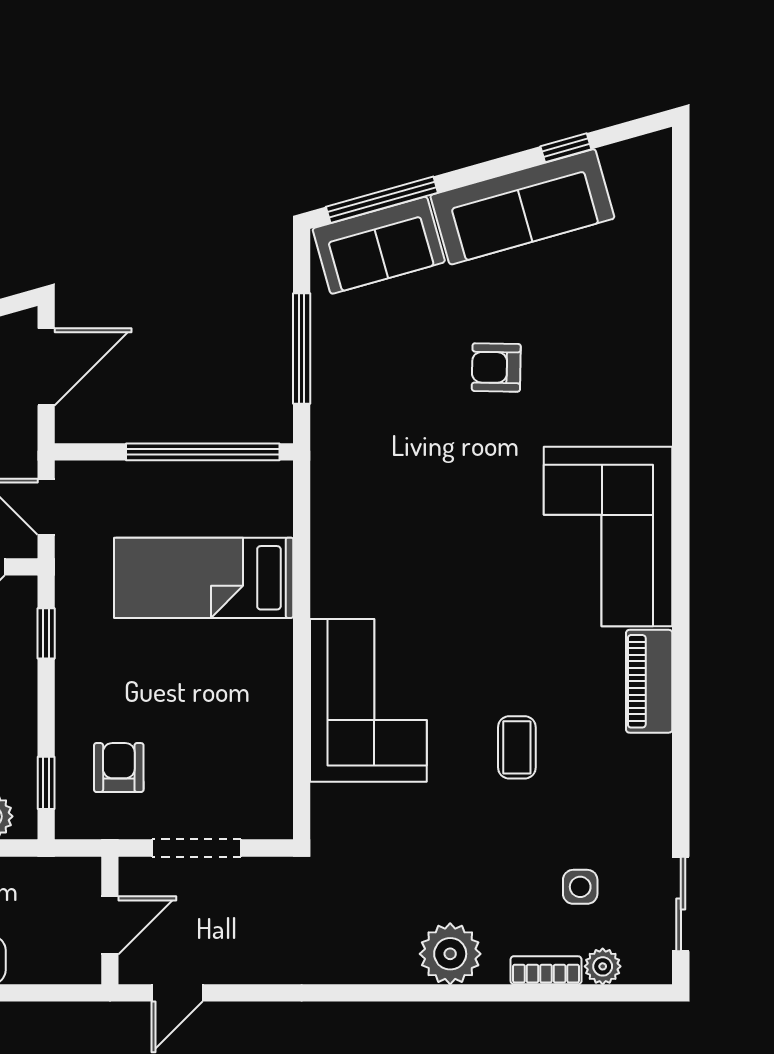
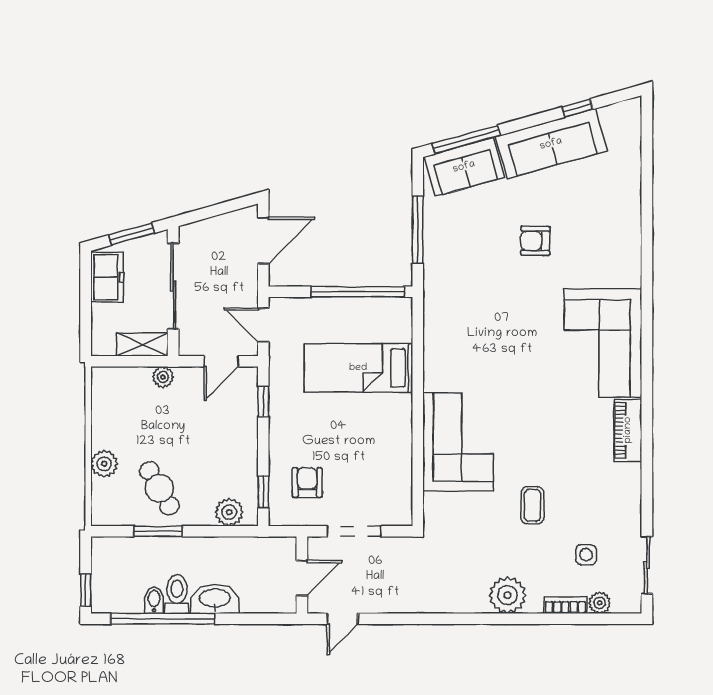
coffee table: (517, 747) -> (532, 505), moved

